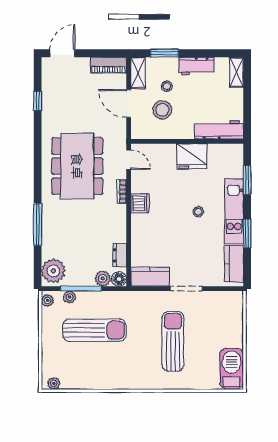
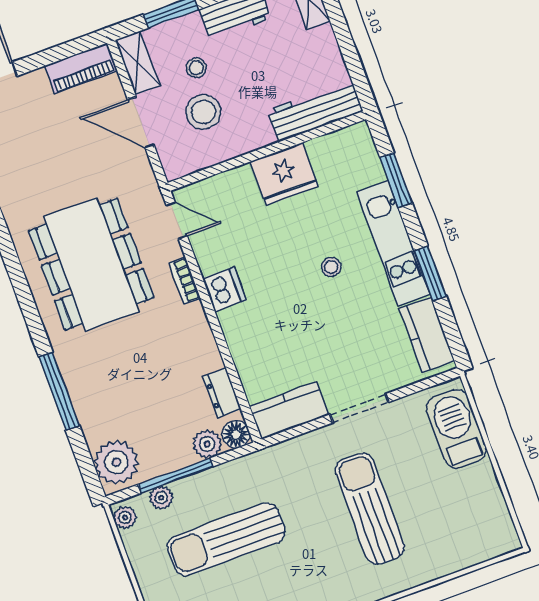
sun lounger: (95, 330) -> (226, 539), turned 180
barbecue: (232, 369) -> (456, 429), moved

